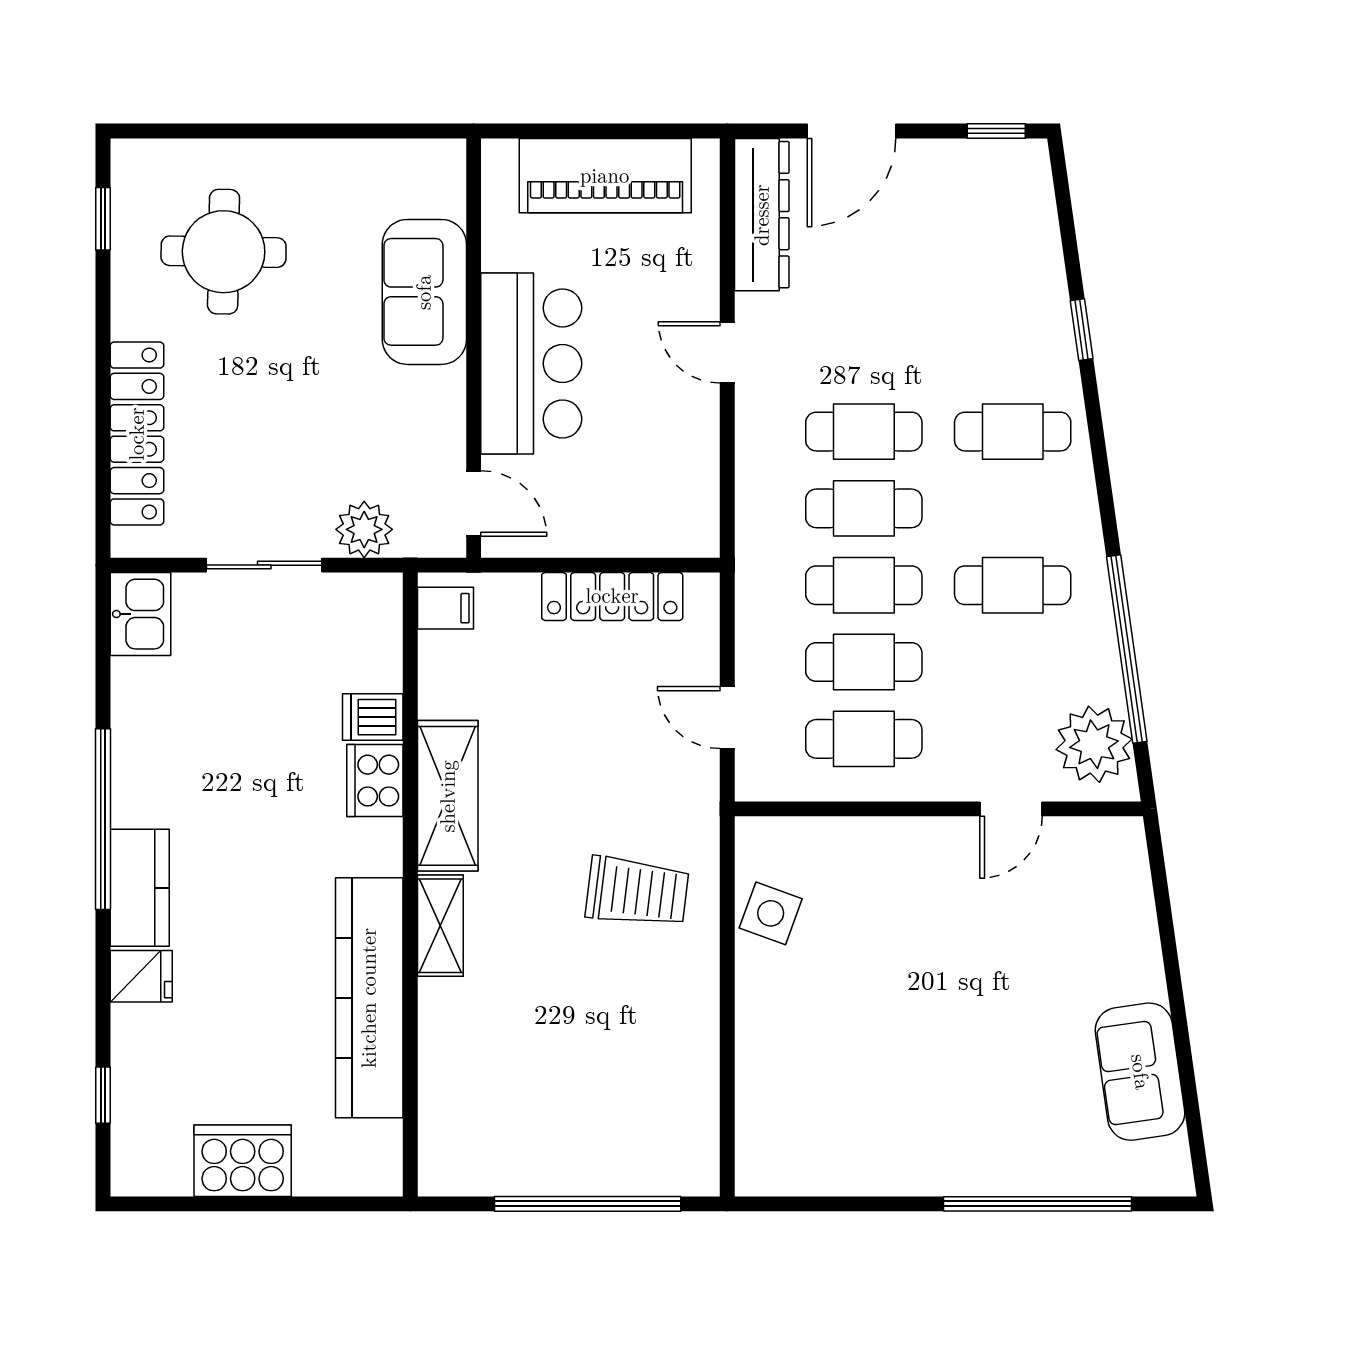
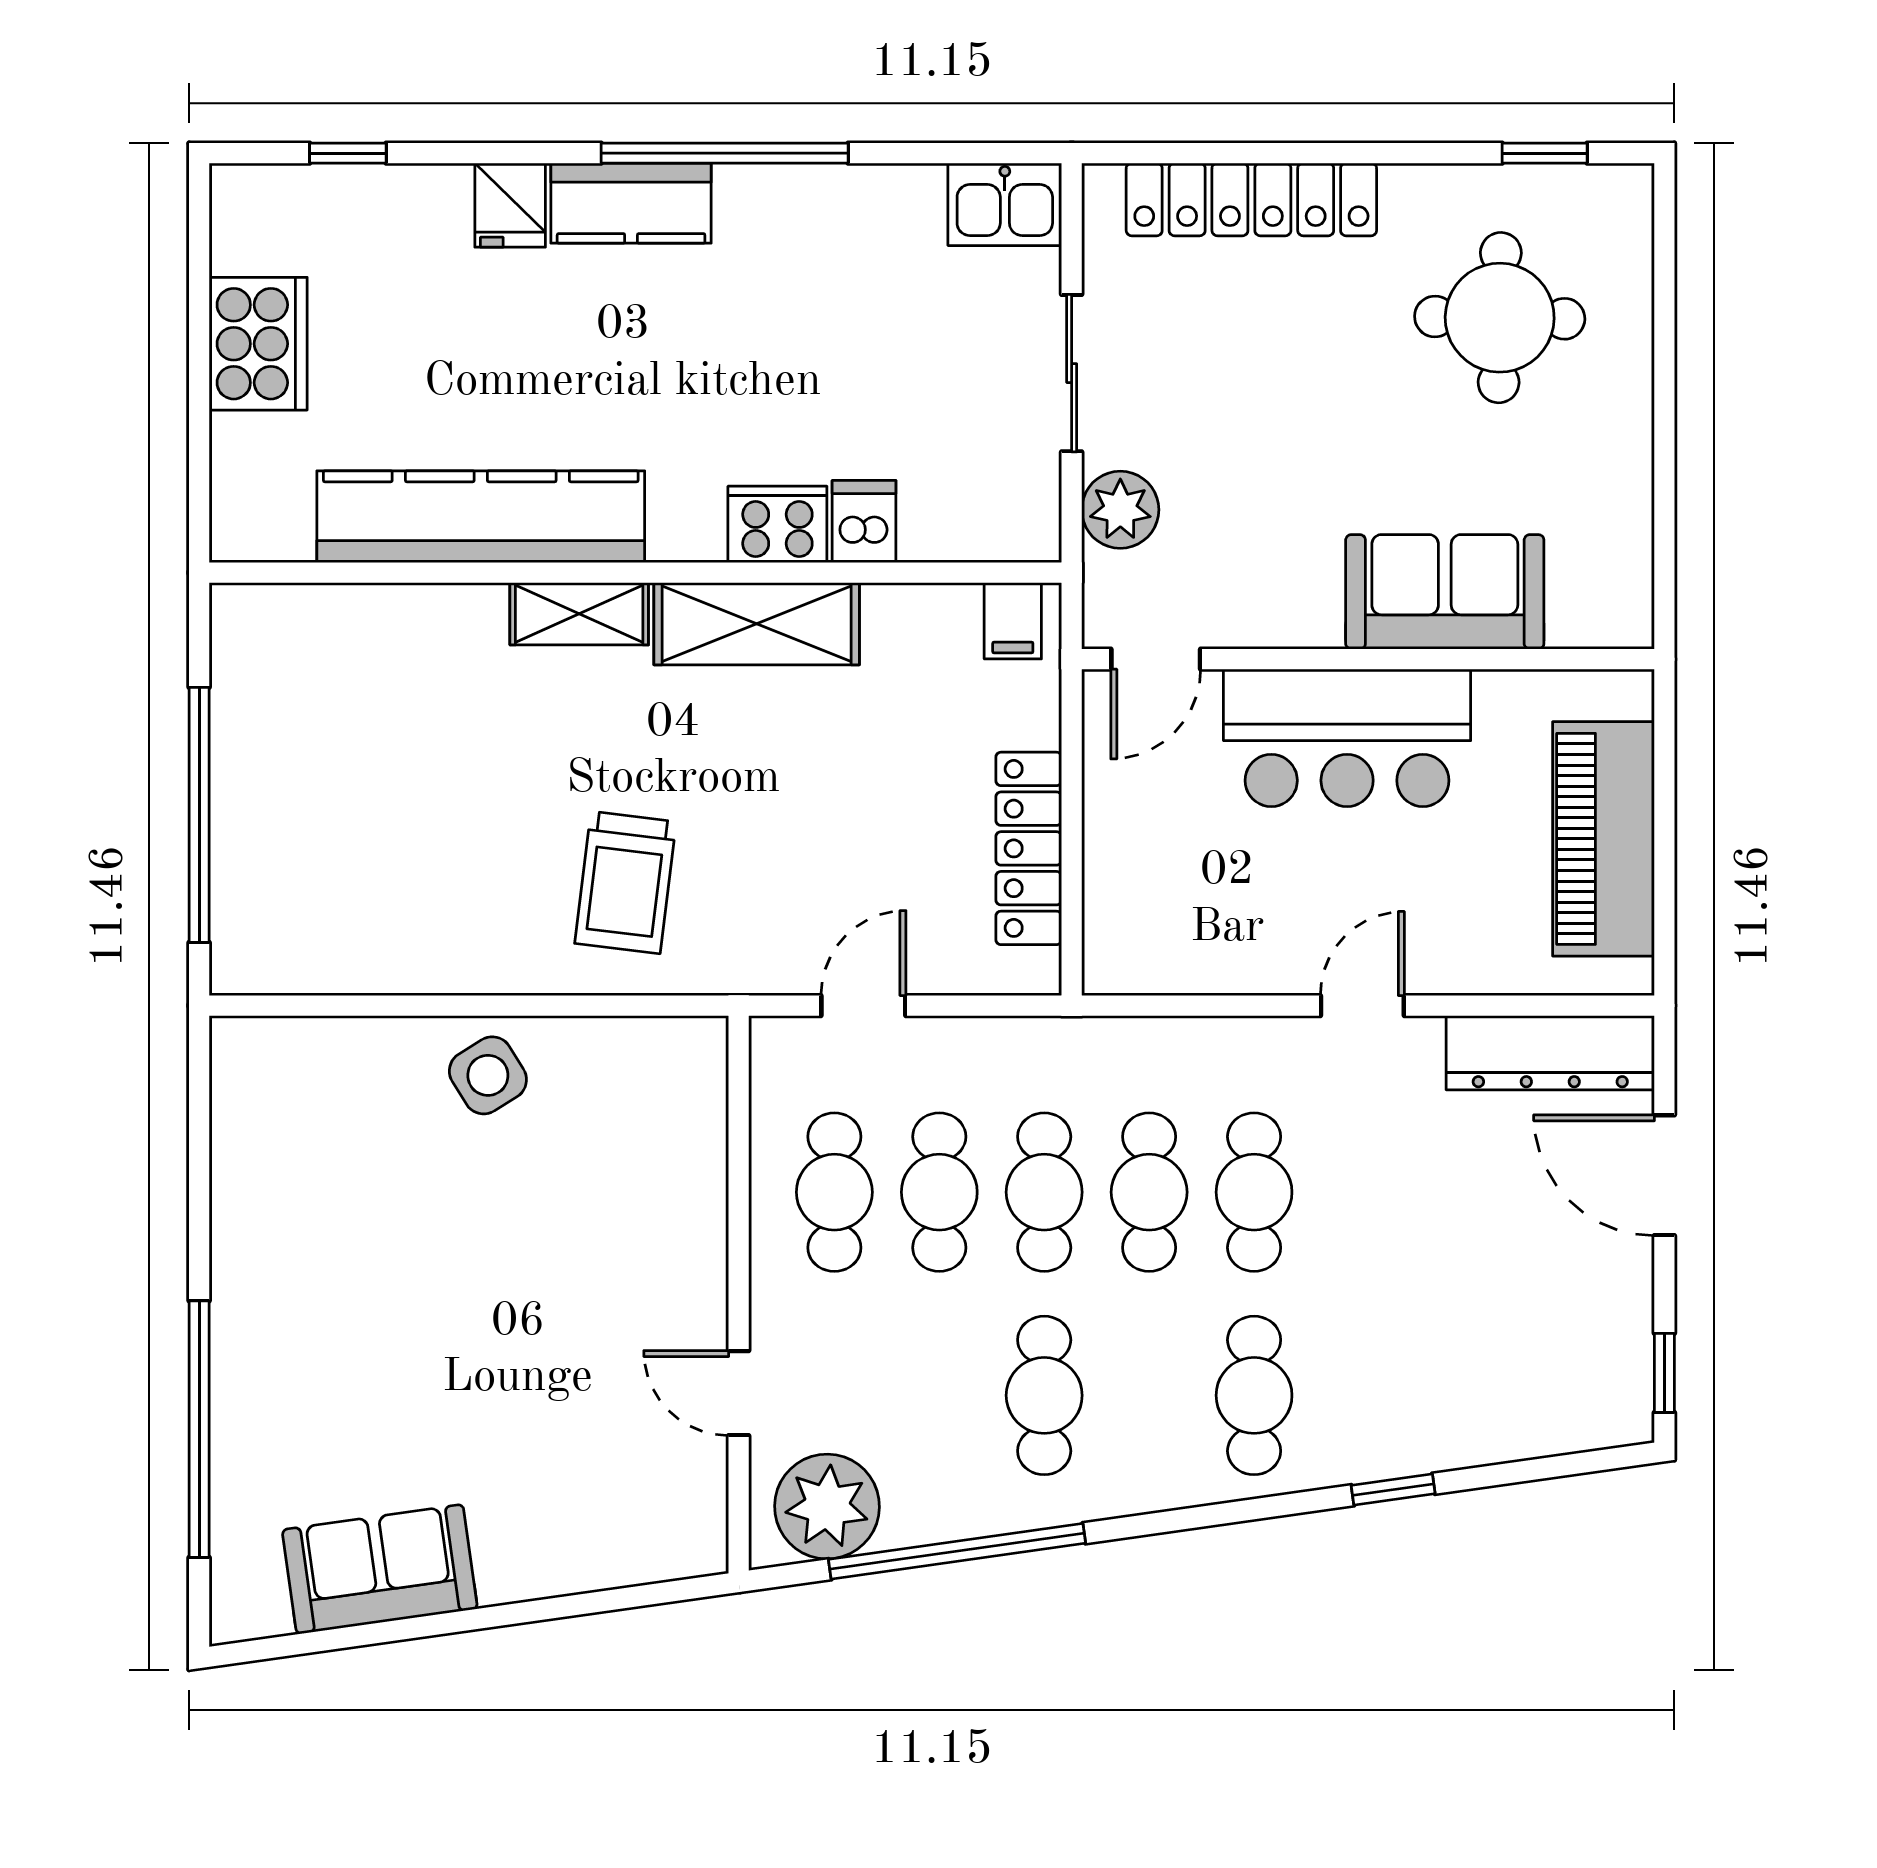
side table: (771, 913) -> (488, 1075), moved, turned 38

